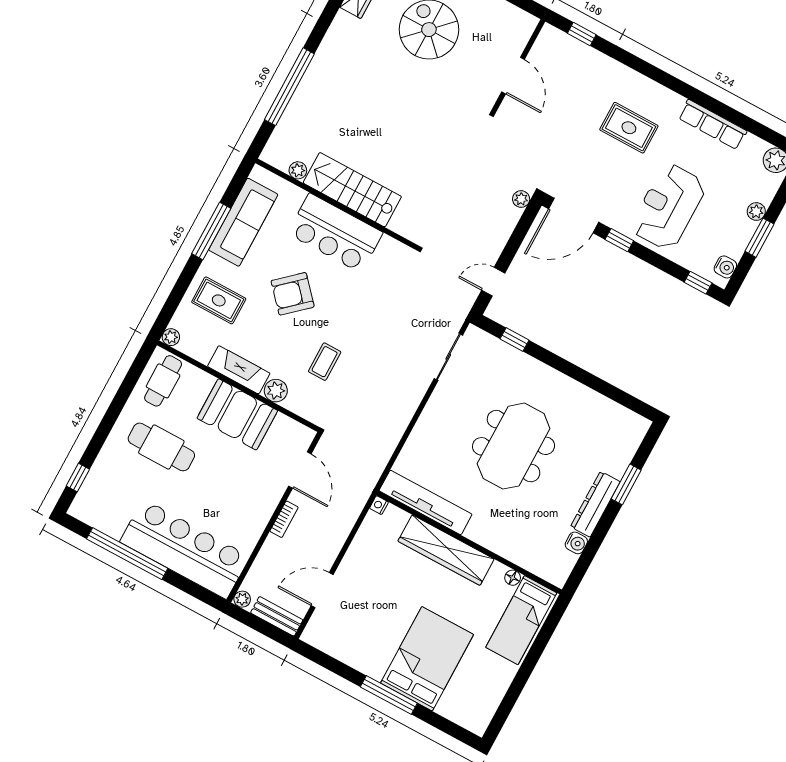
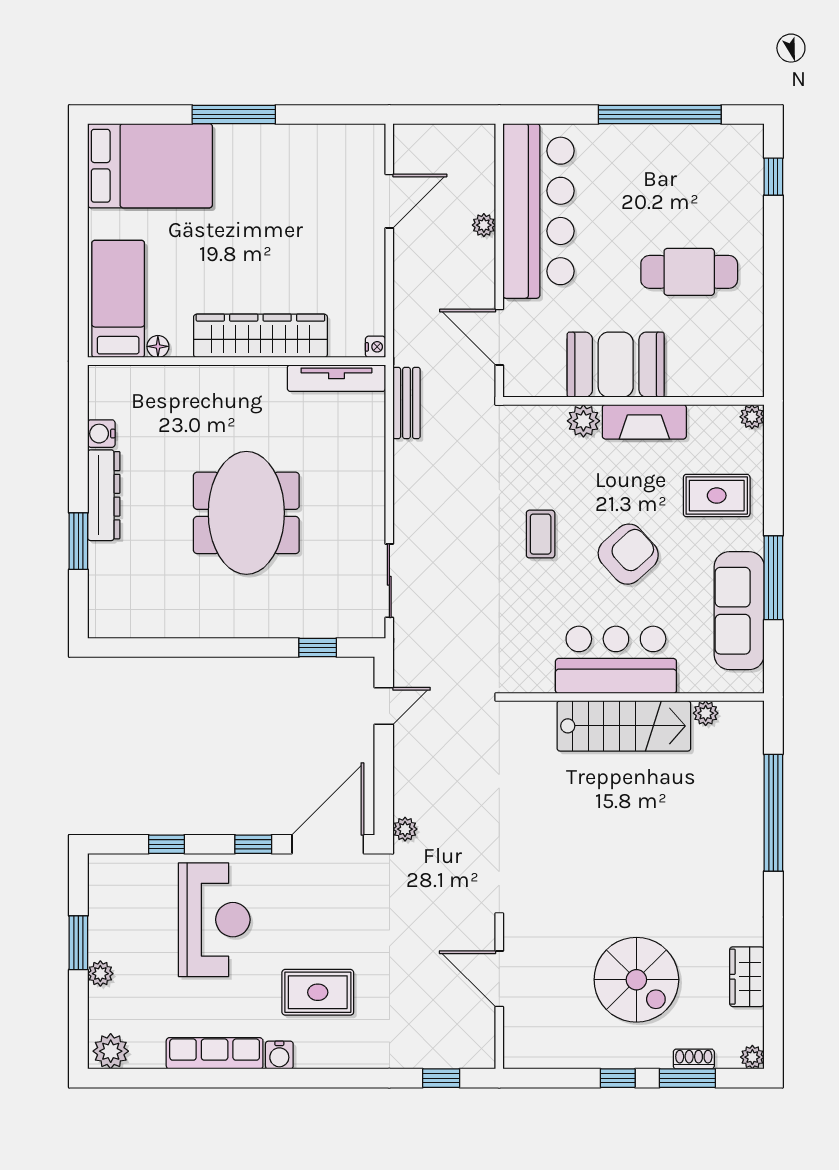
water cooler: (725, 267) -> (279, 1055), moved, turned -90
window: (698, 283) -> (166, 844), moved
coffee table: (325, 362) -> (541, 534), moved
cafe table: (163, 381) -> (732, 356), removed
tv unit: (426, 502) -> (336, 378), width x0.73, depth x0.78
bookcase: (284, 519) -> (485, 264), removed
bar counter: (185, 549) -> (538, 211), moved, turned -90
plant: (242, 599) -> (484, 225), moved
bench: (277, 616) -> (407, 403), moved, turned 90
bed: (427, 659) -> (150, 166), moved, turned -90

